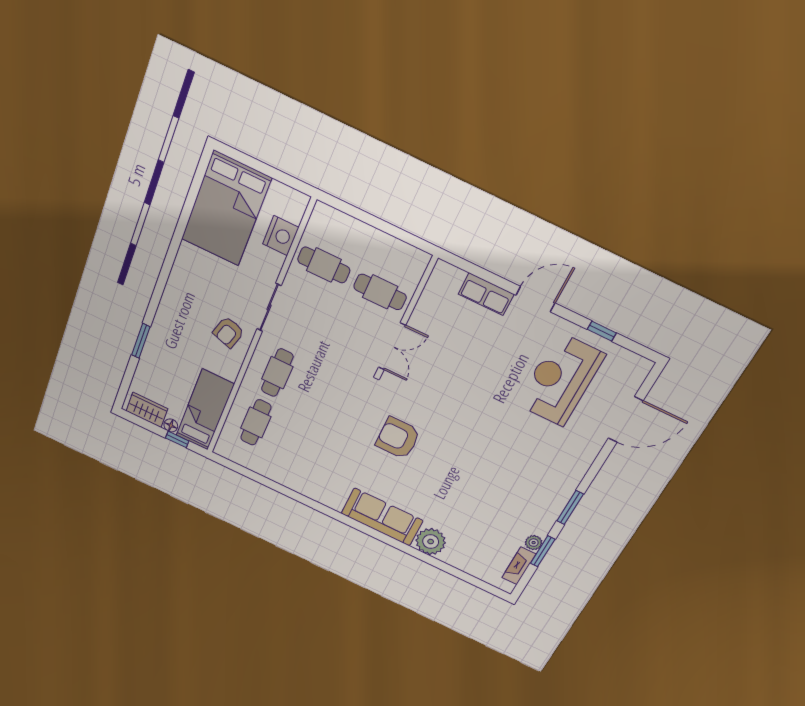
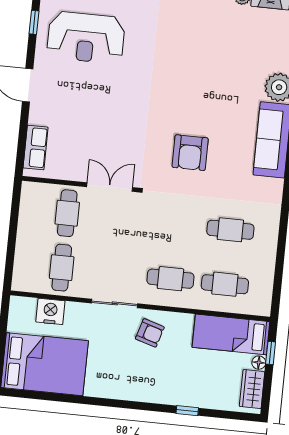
row of seats: (486, 294) -> (36, 148), moved
window: (141, 341) -> (187, 411), width x0.67
cafe table: (308, 447) -> (230, 230), added

